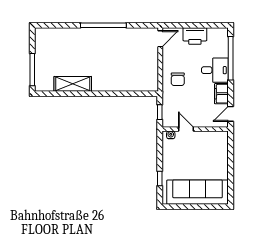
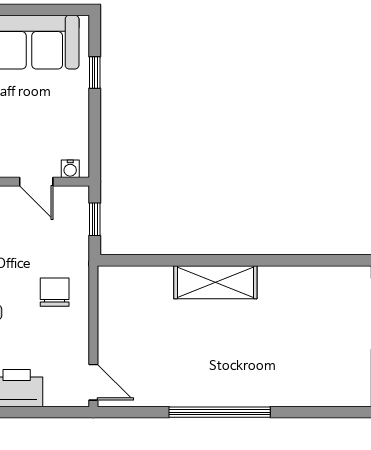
door: (160, 39) -> (93, 382), swing flipped
shelving: (73, 84) -> (215, 282), moved

